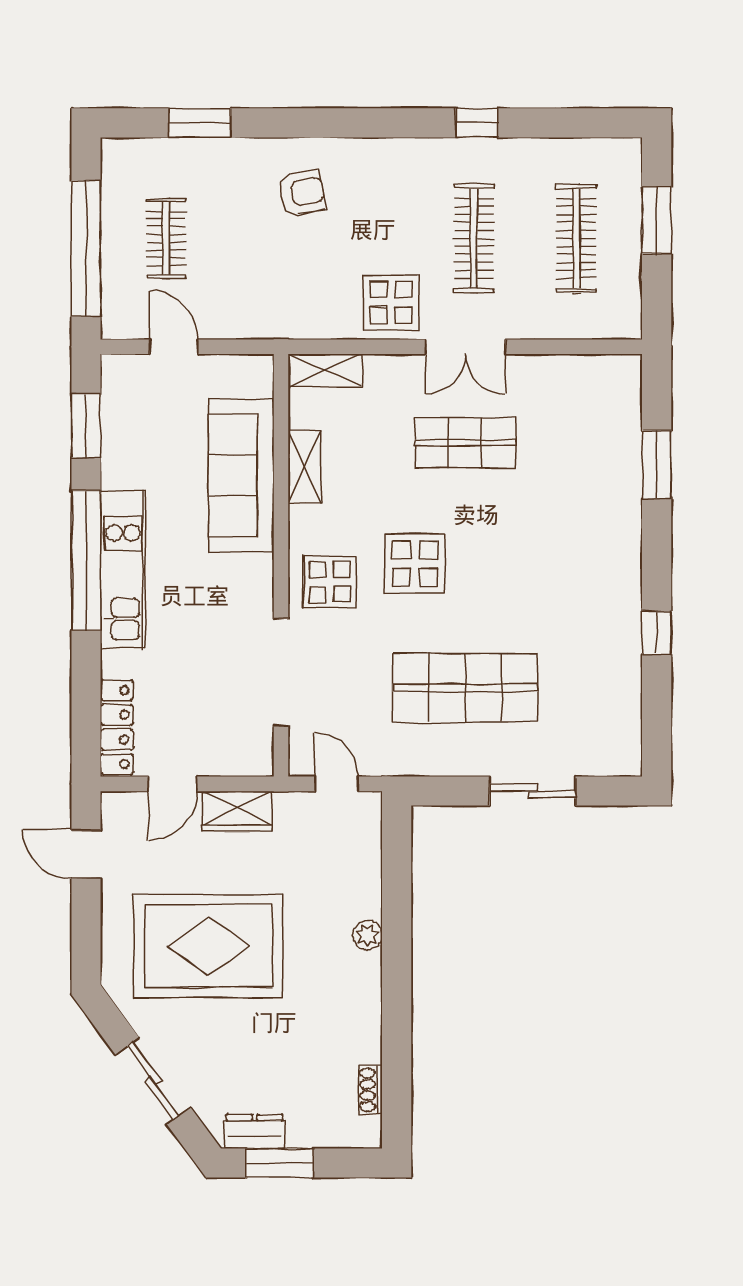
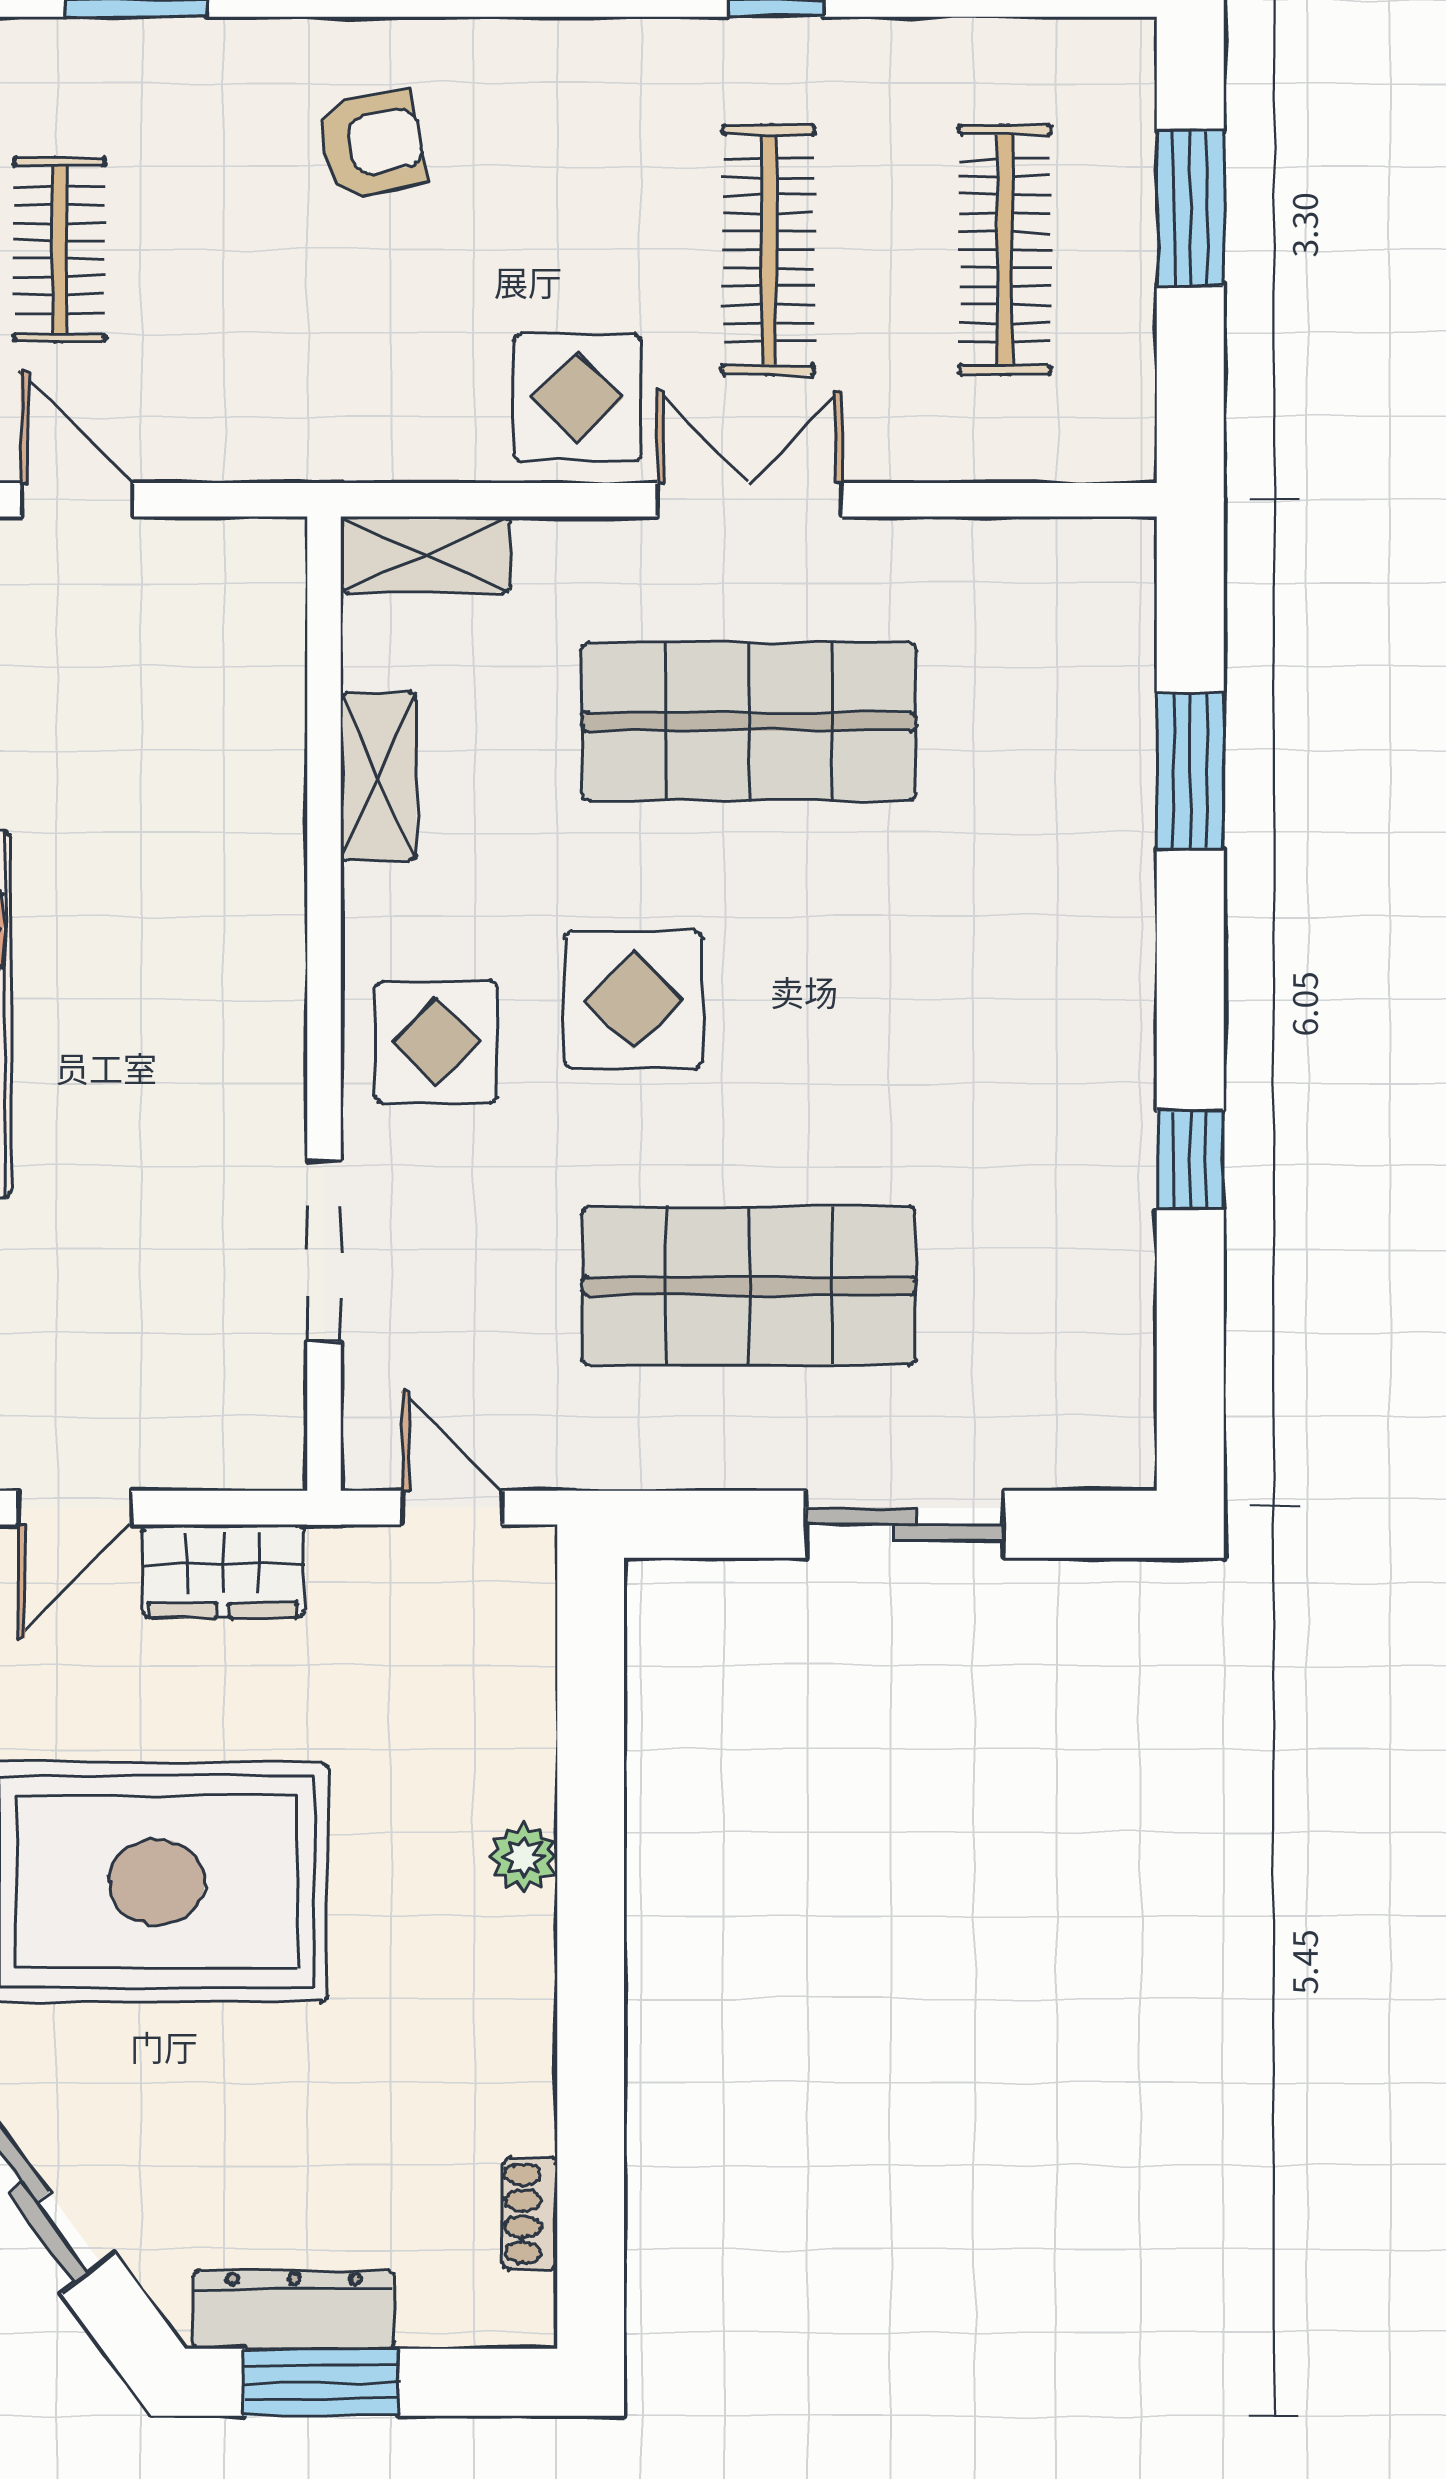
double door: (466, 347) -> (750, 500), swing flipped
shop shelf: (465, 443) -> (749, 721), width x1.43, depth x1.36
sofa: (241, 476) -> (232, 797), removed
doorway: (281, 672) -> (324, 1251), width x0.73
dresser: (255, 1131) -> (294, 2310), width x1.44

